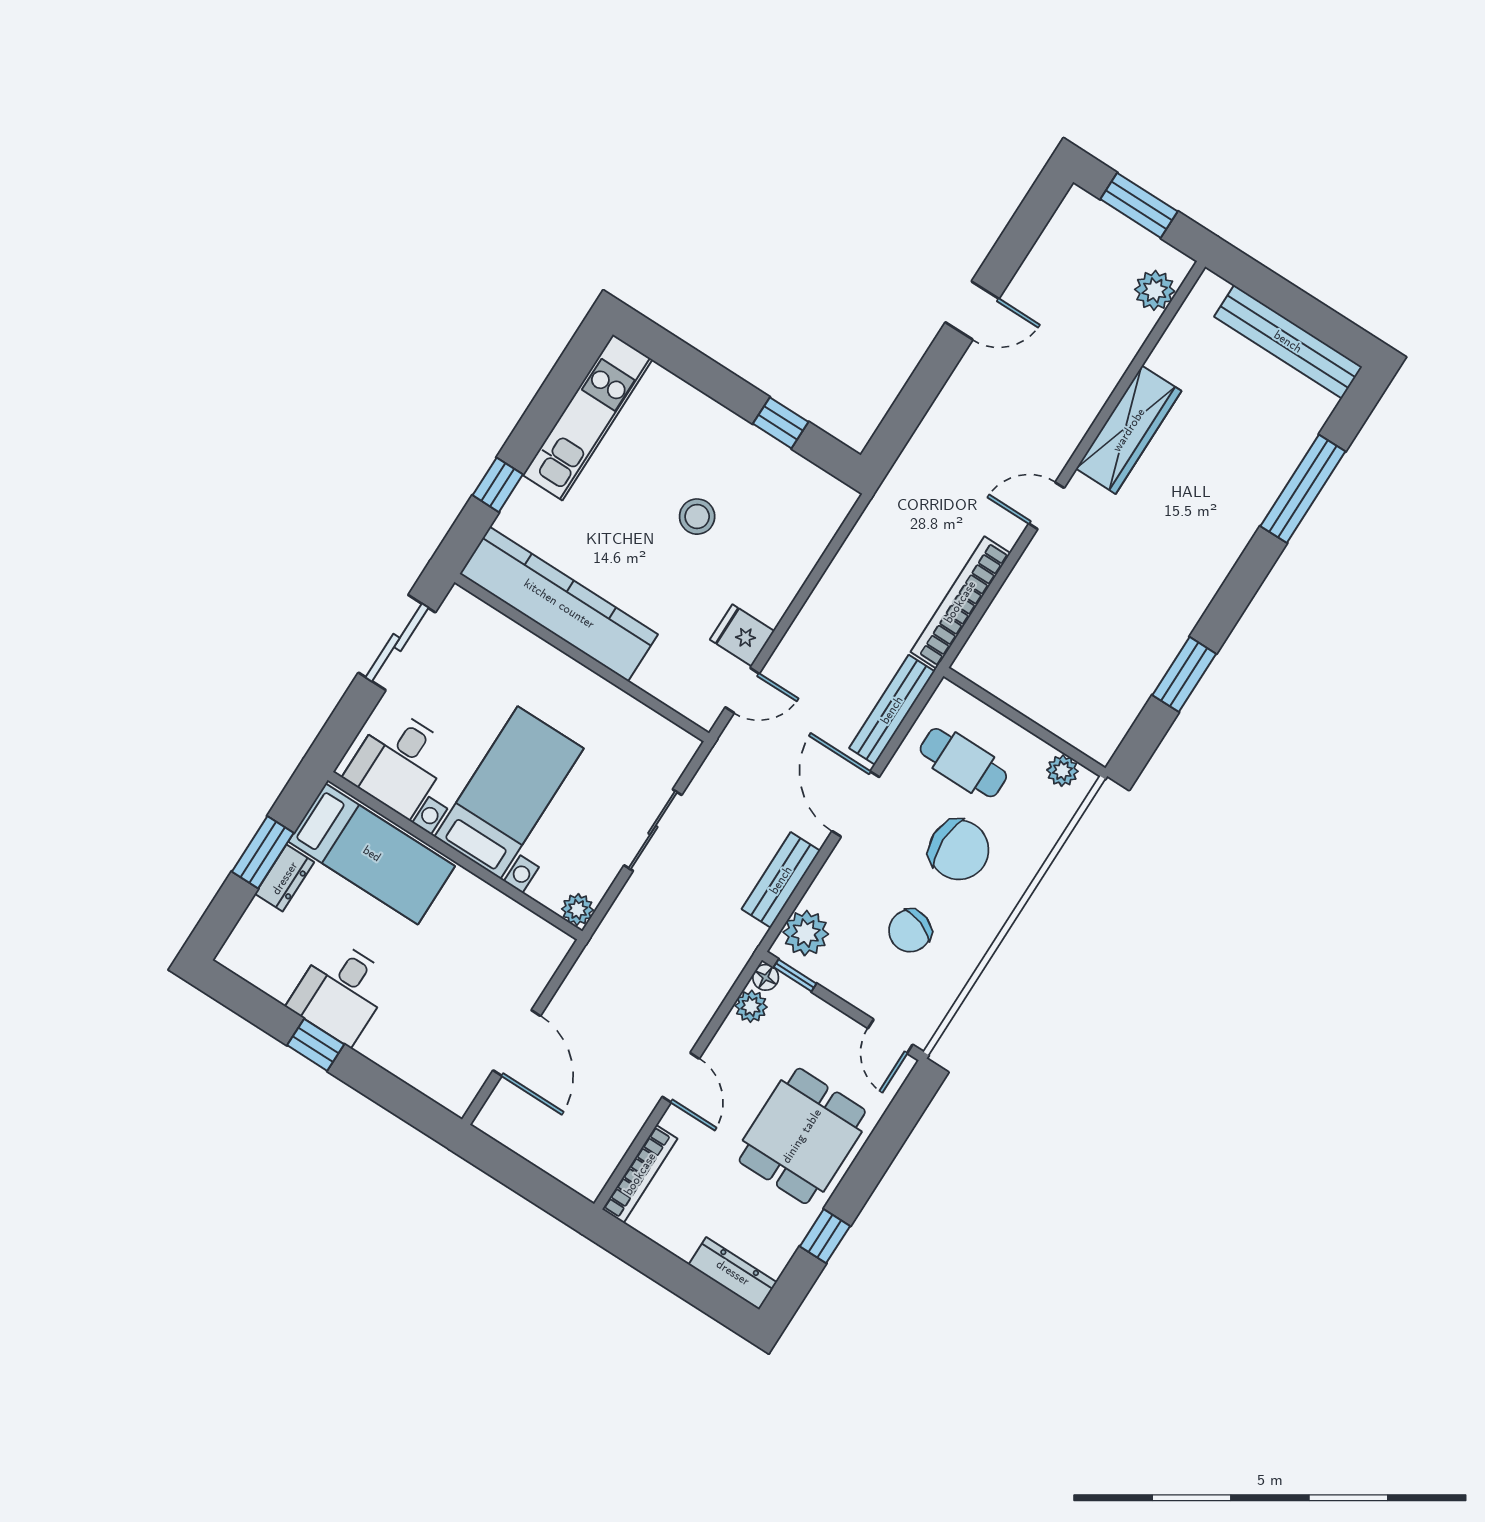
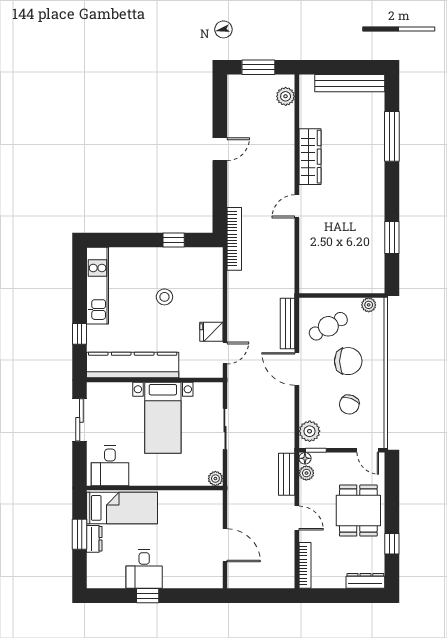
bookcase: (960, 602) -> (234, 239), moved, turned 180
cafe table: (963, 763) -> (328, 326), turned -30
bed with nightstands: (509, 793) -> (163, 418), moved, turned 180
bench: (781, 880) -> (287, 474), moved

